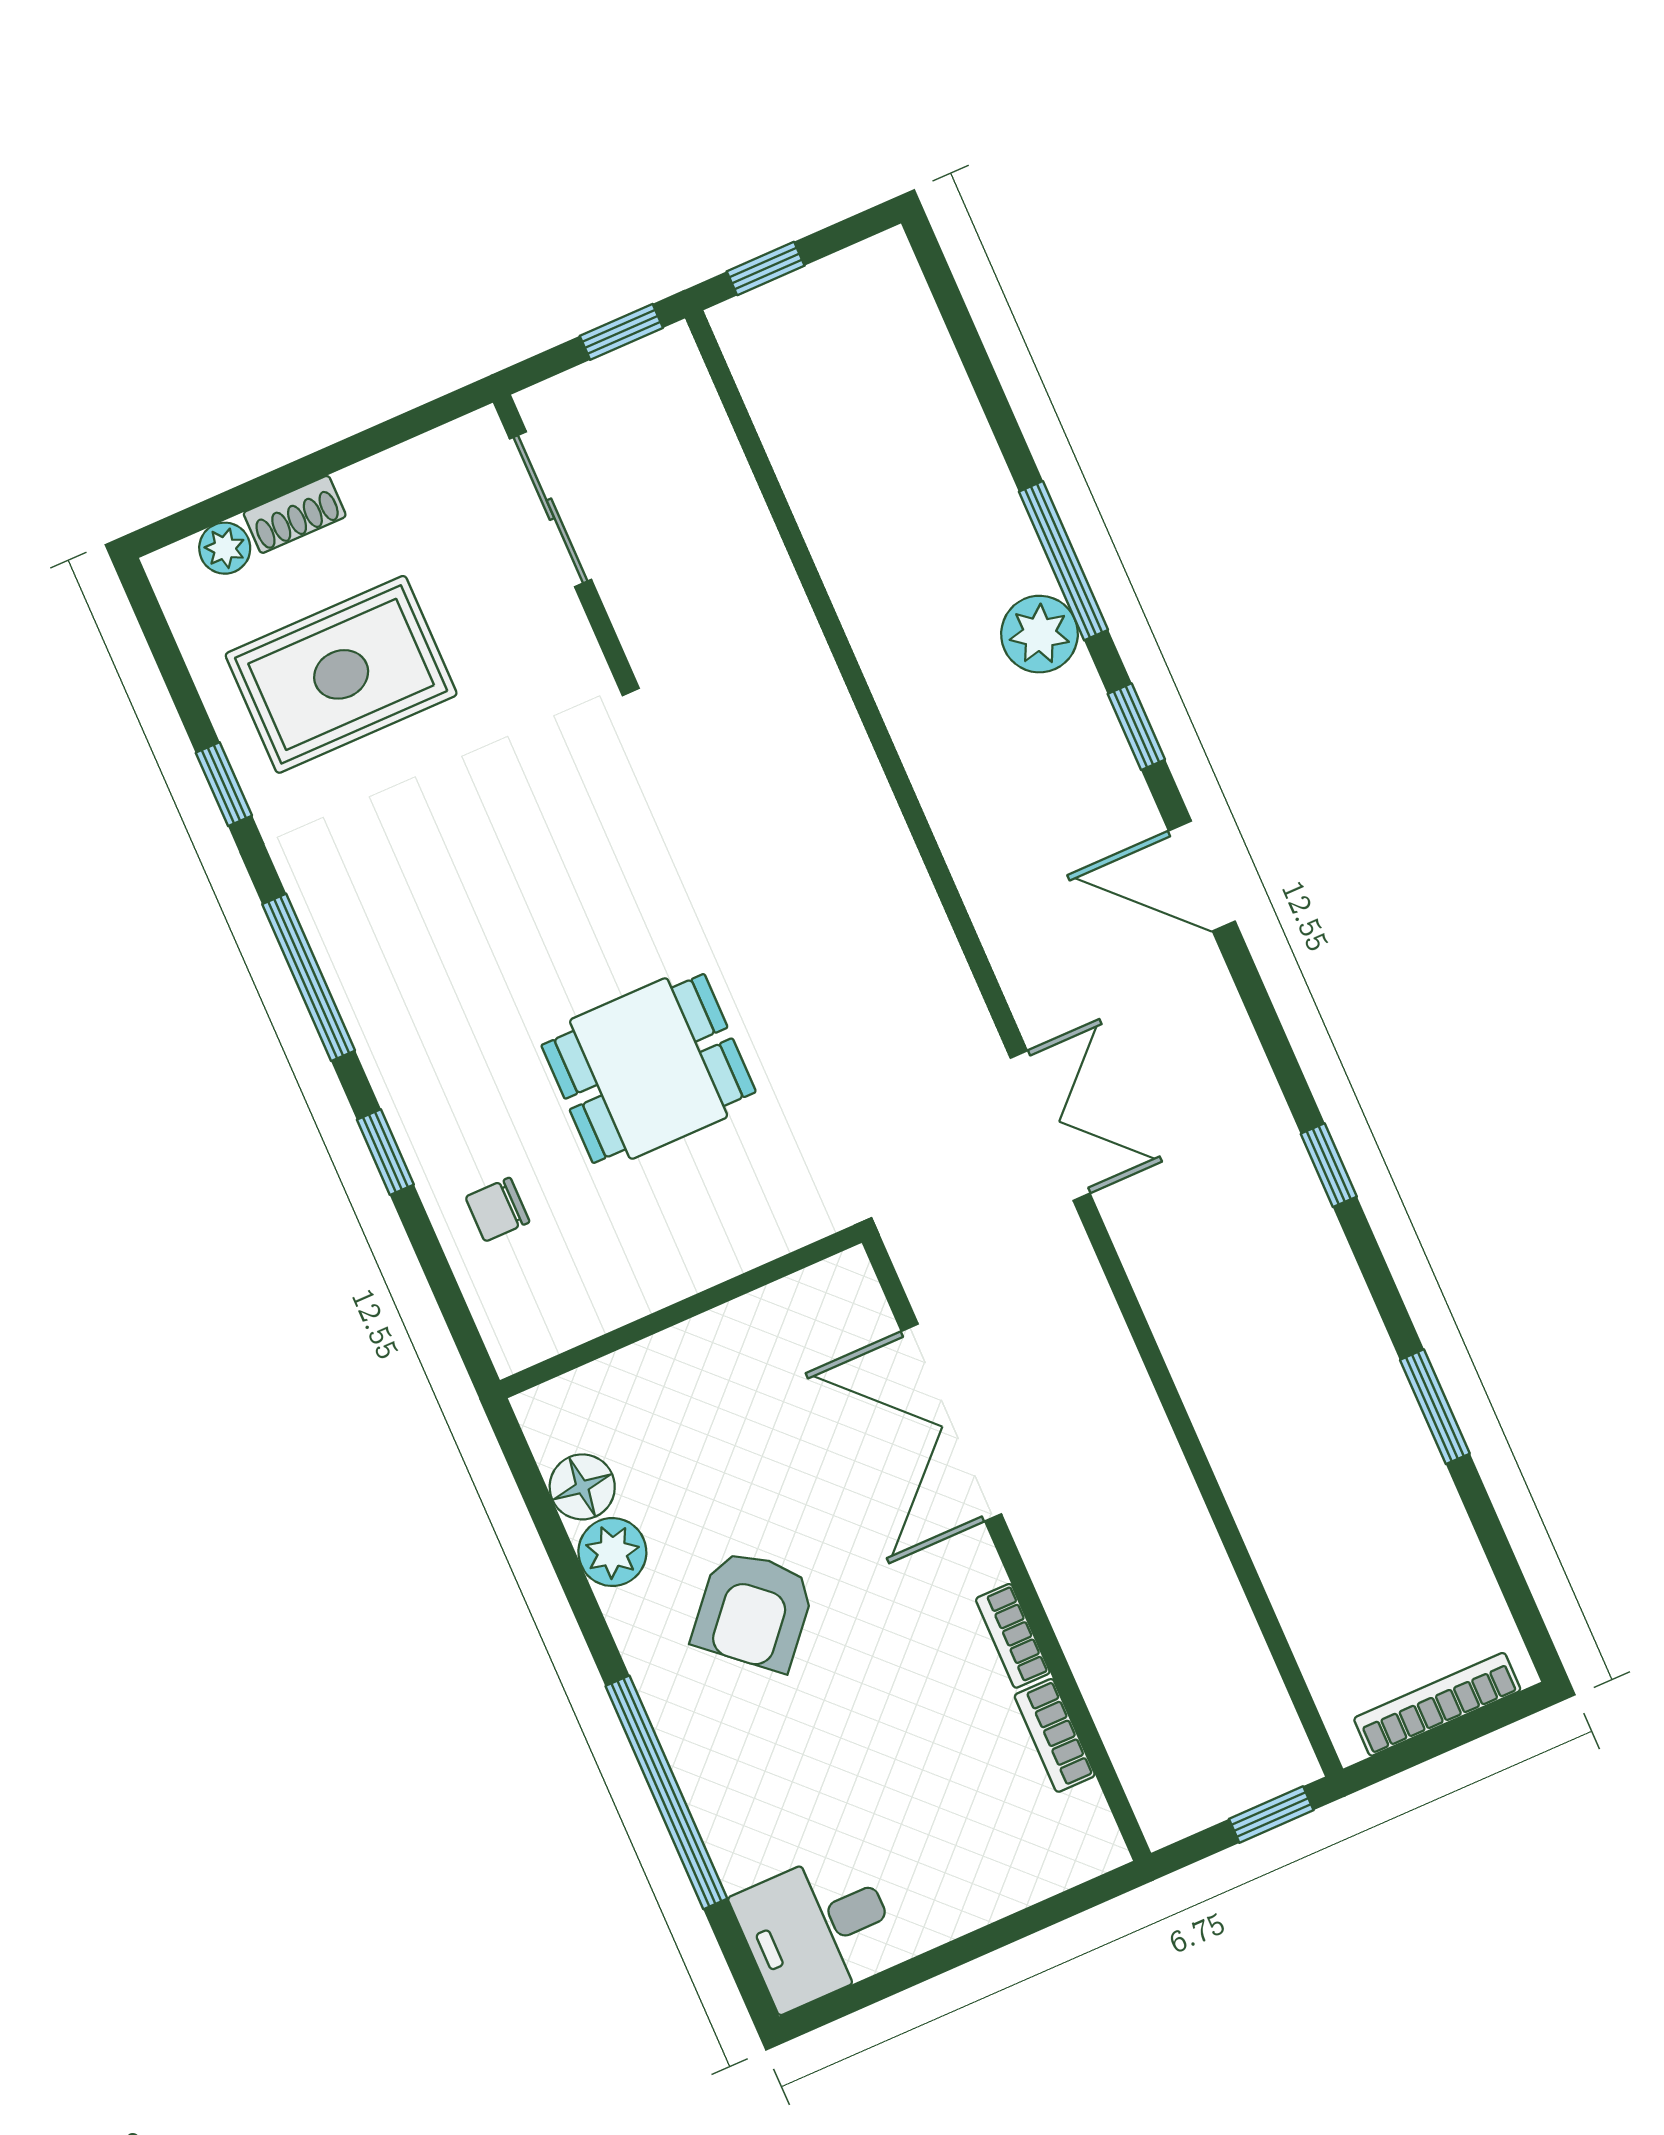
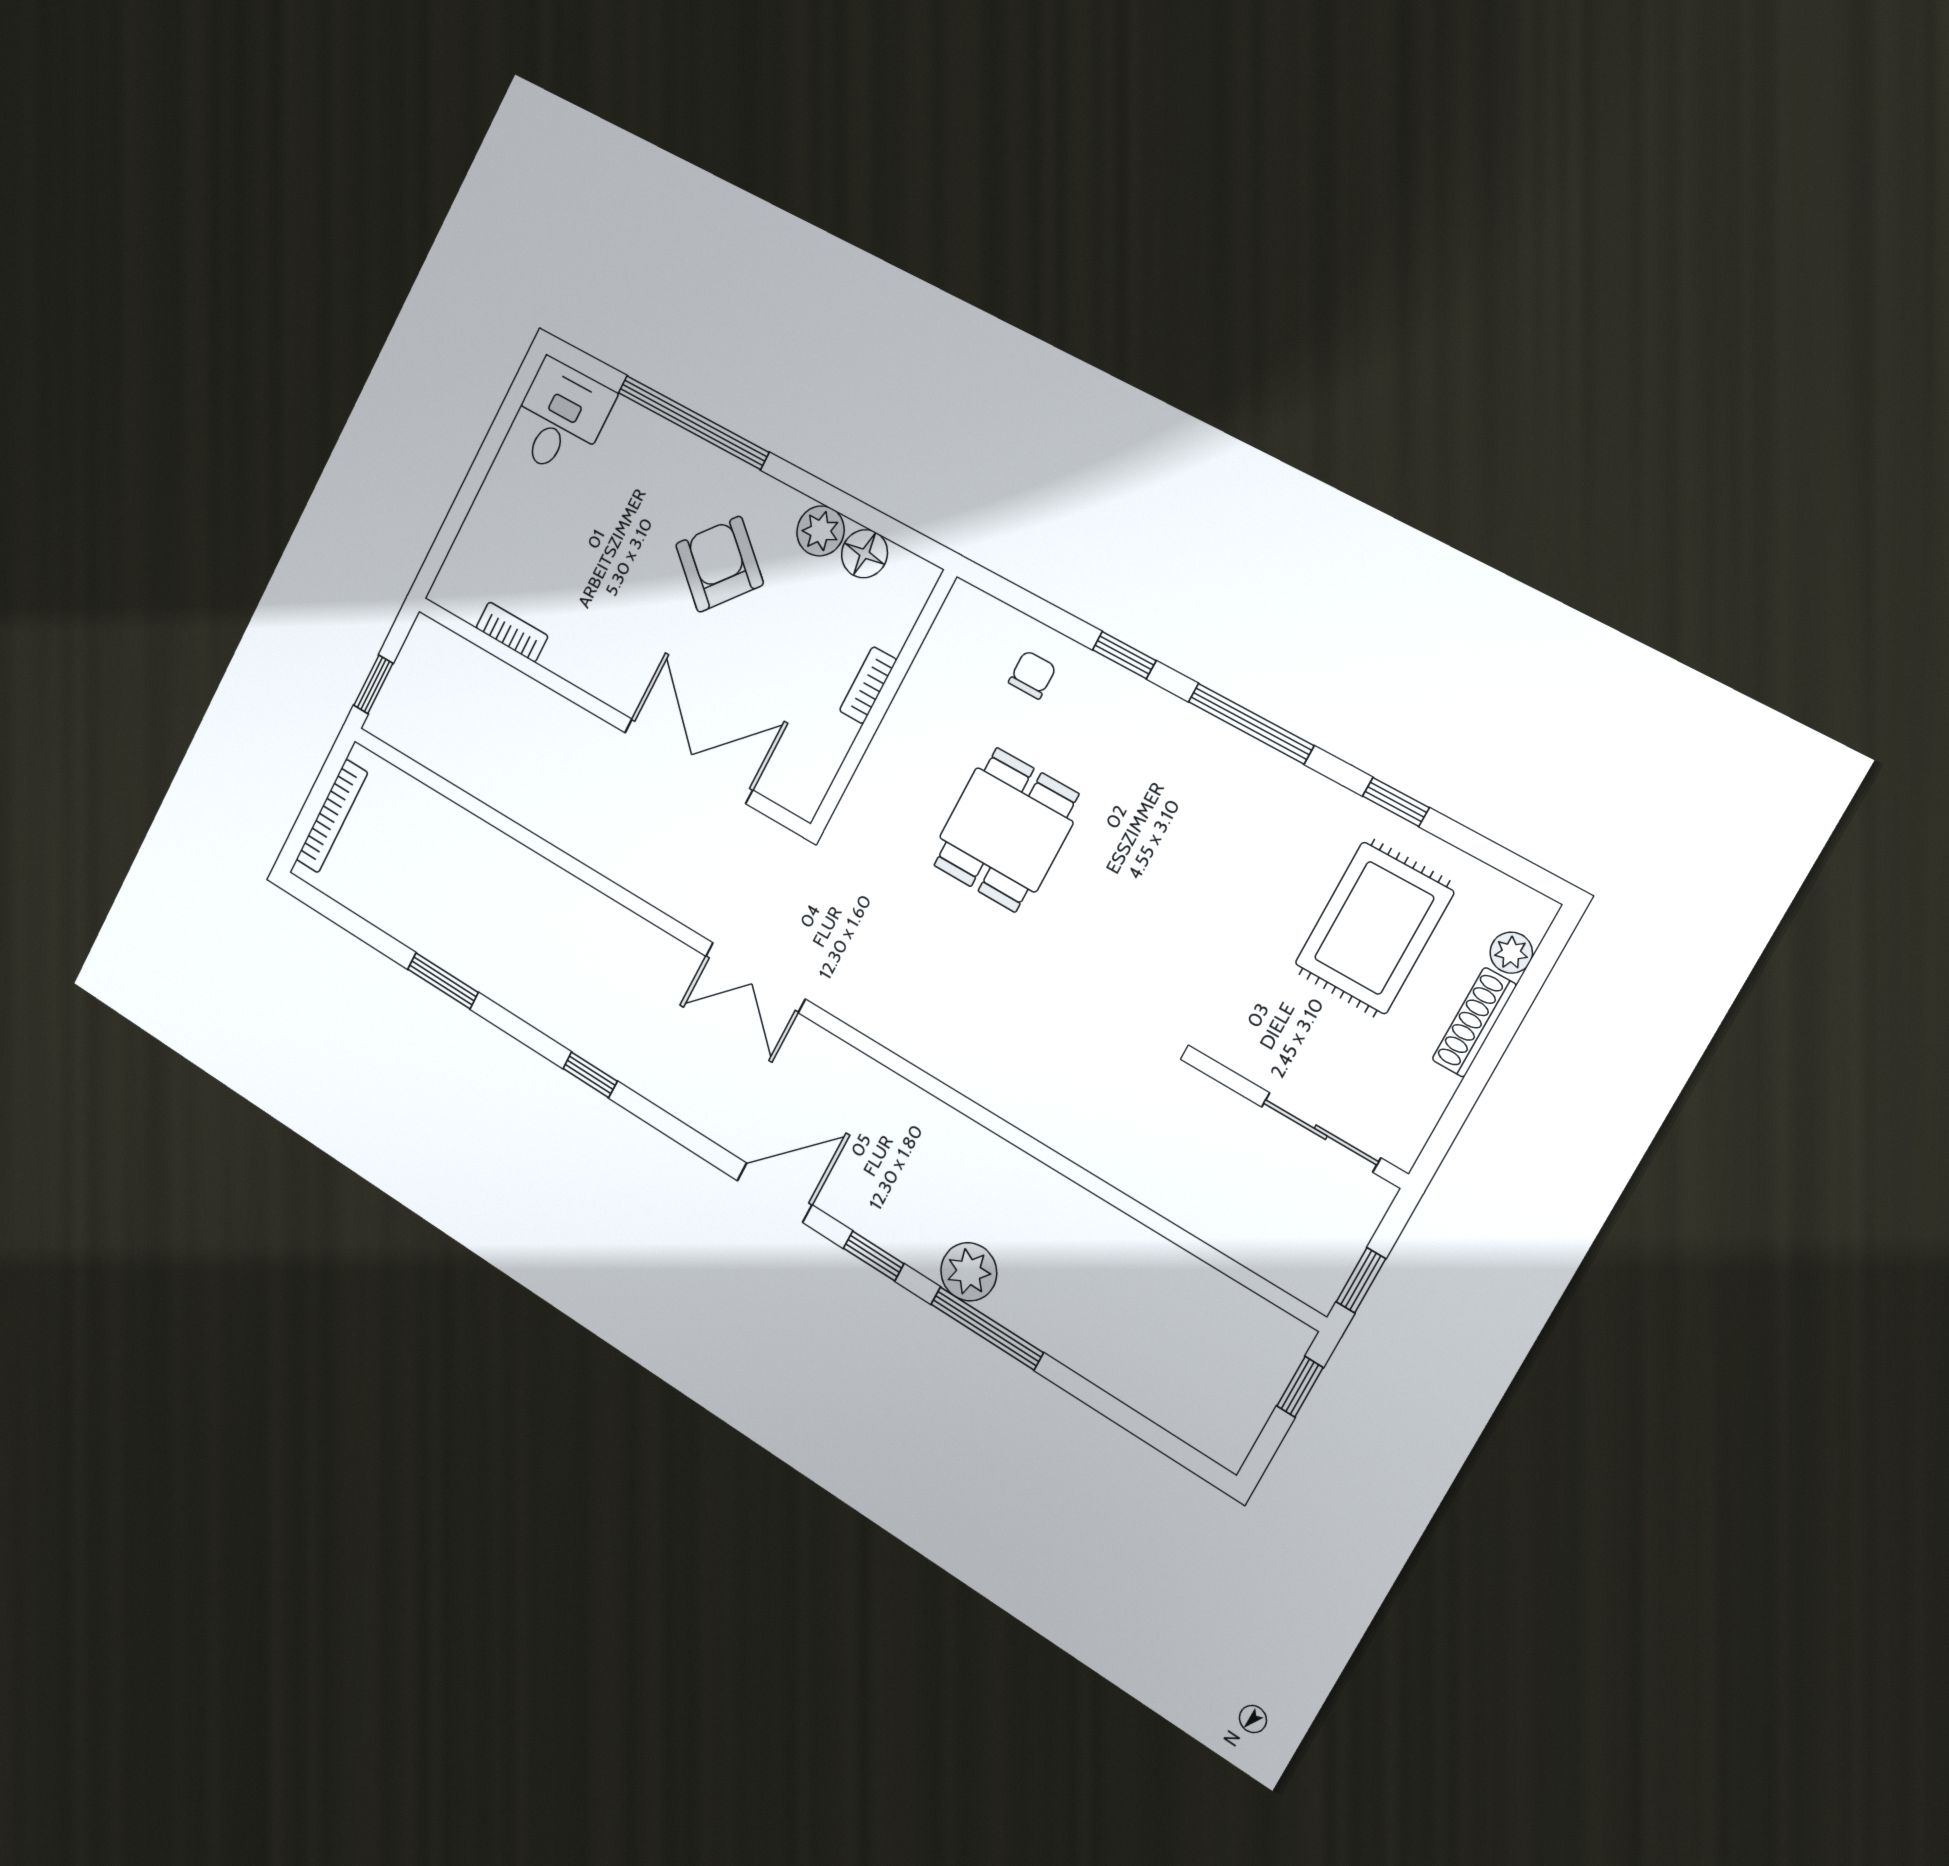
shoe rack: (295, 514) -> (1474, 1022), width x1.43
bookcase: (1013, 1636) -> (868, 685), moved, turned -90

